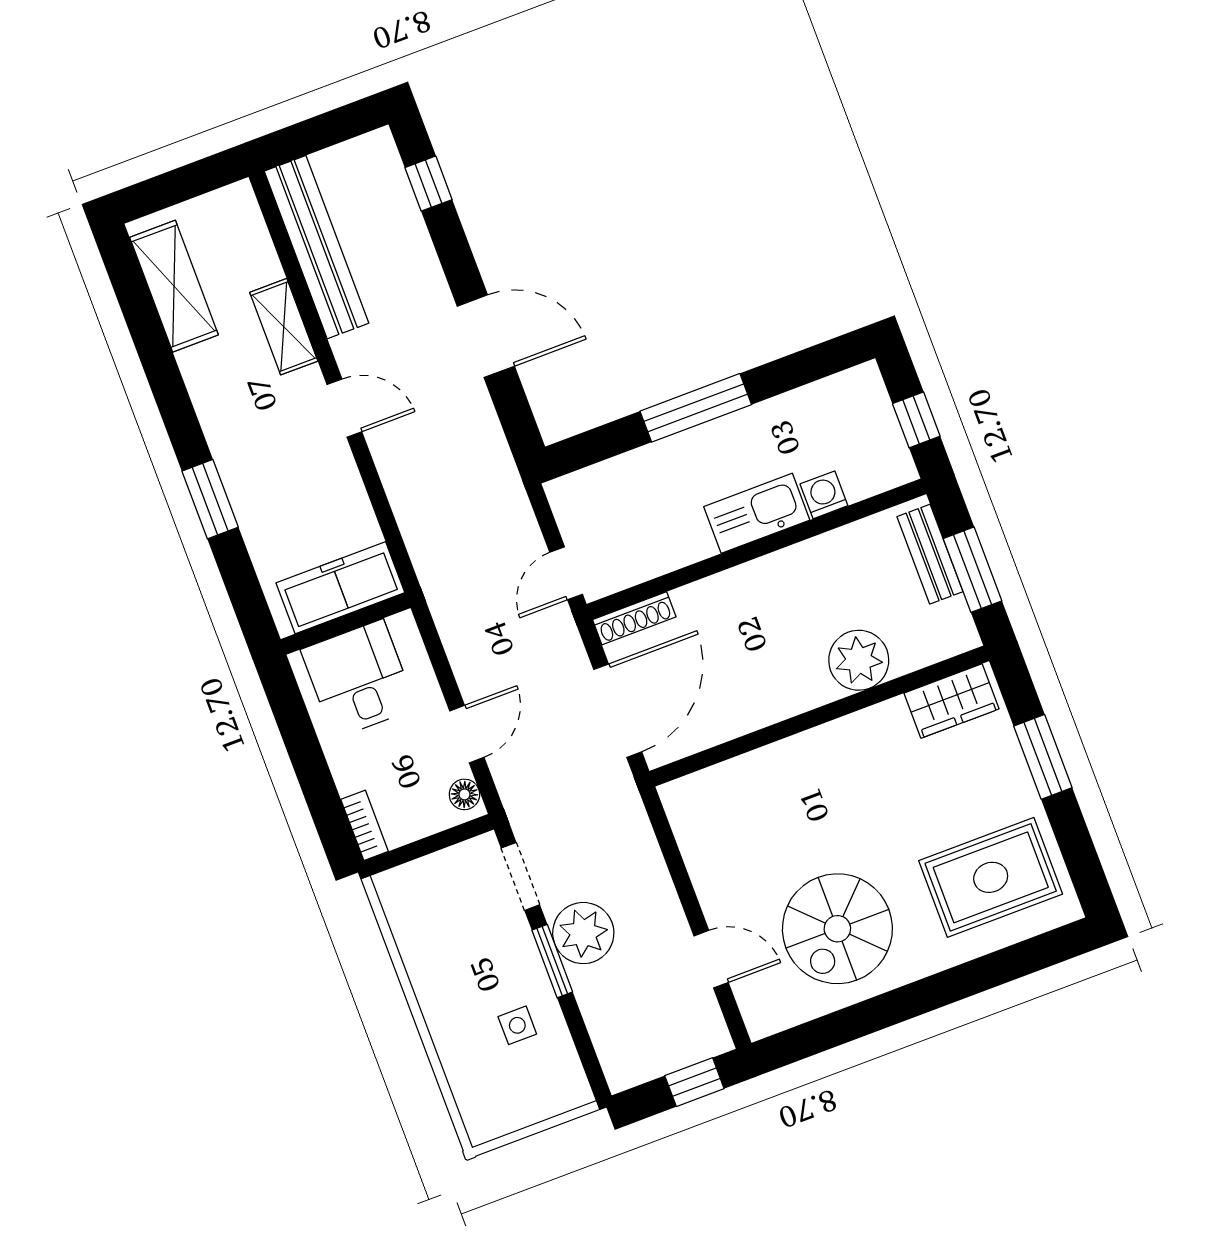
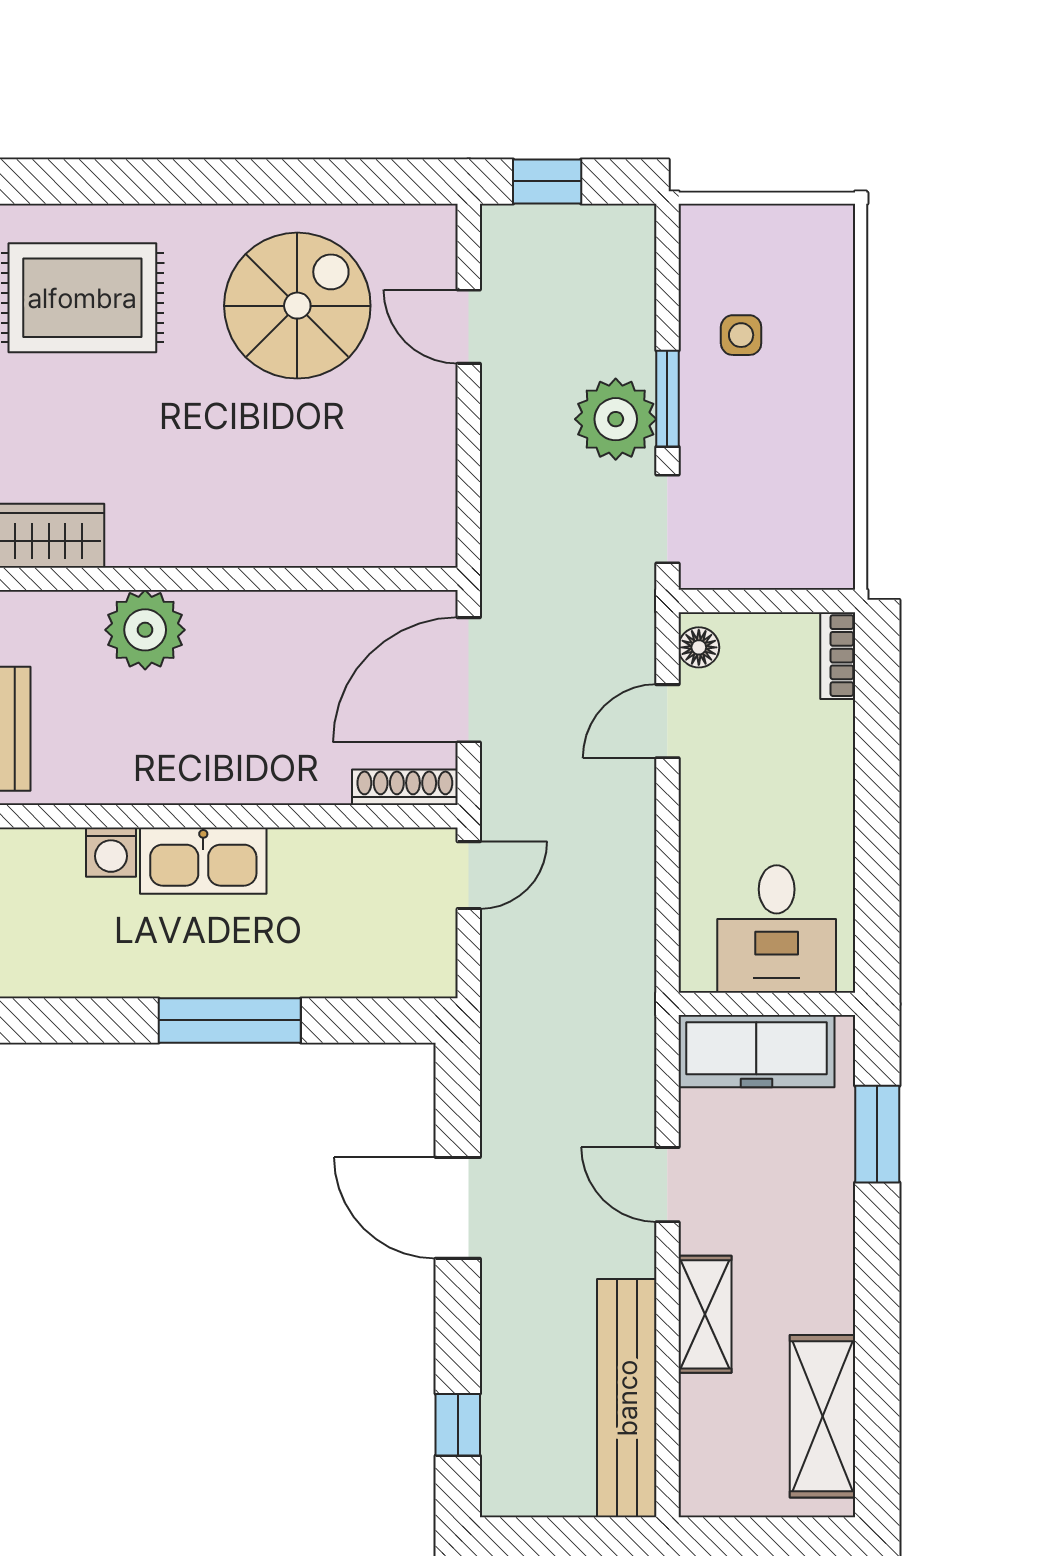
freezer: (340, 588) -> (756, 1051), moved
wall: (346, 624) -> (767, 1004), moved
desk: (359, 679) -> (777, 929), moved

